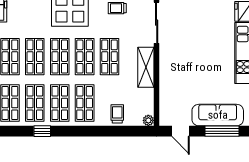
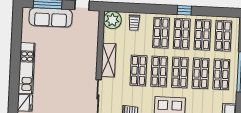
plant: (148, 120) -> (112, 20), width x1.88, depth x1.88
window: (42, 131) -> (184, 10), moved

